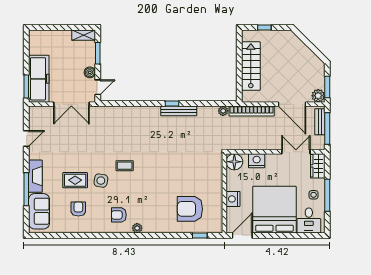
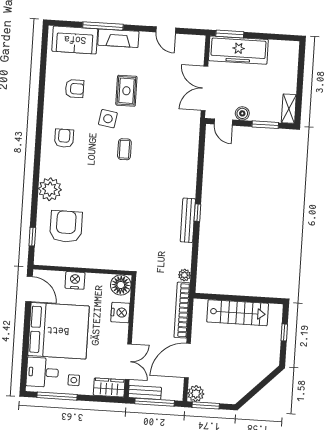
bench: (320, 122) -> (145, 392), moved
rug: (75, 180) -> (126, 91), moved
window: (327, 195) -> (57, 396), moved
plant: (137, 228) -> (50, 189), moved, width x1.88, depth x1.88

